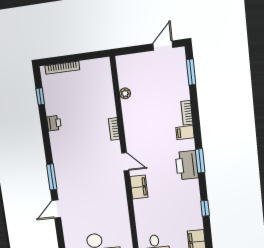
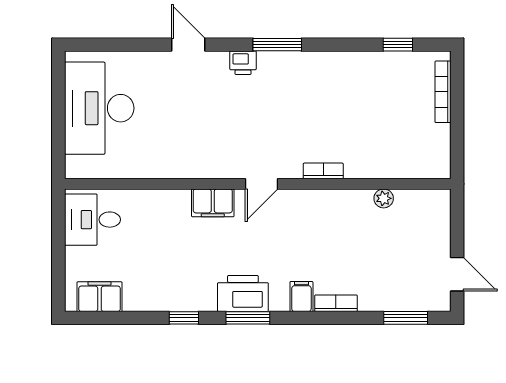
printer: (54, 123) -> (243, 63), moved
window: (52, 177) -> (277, 45), moved
window: (205, 208) -> (184, 318), moved

